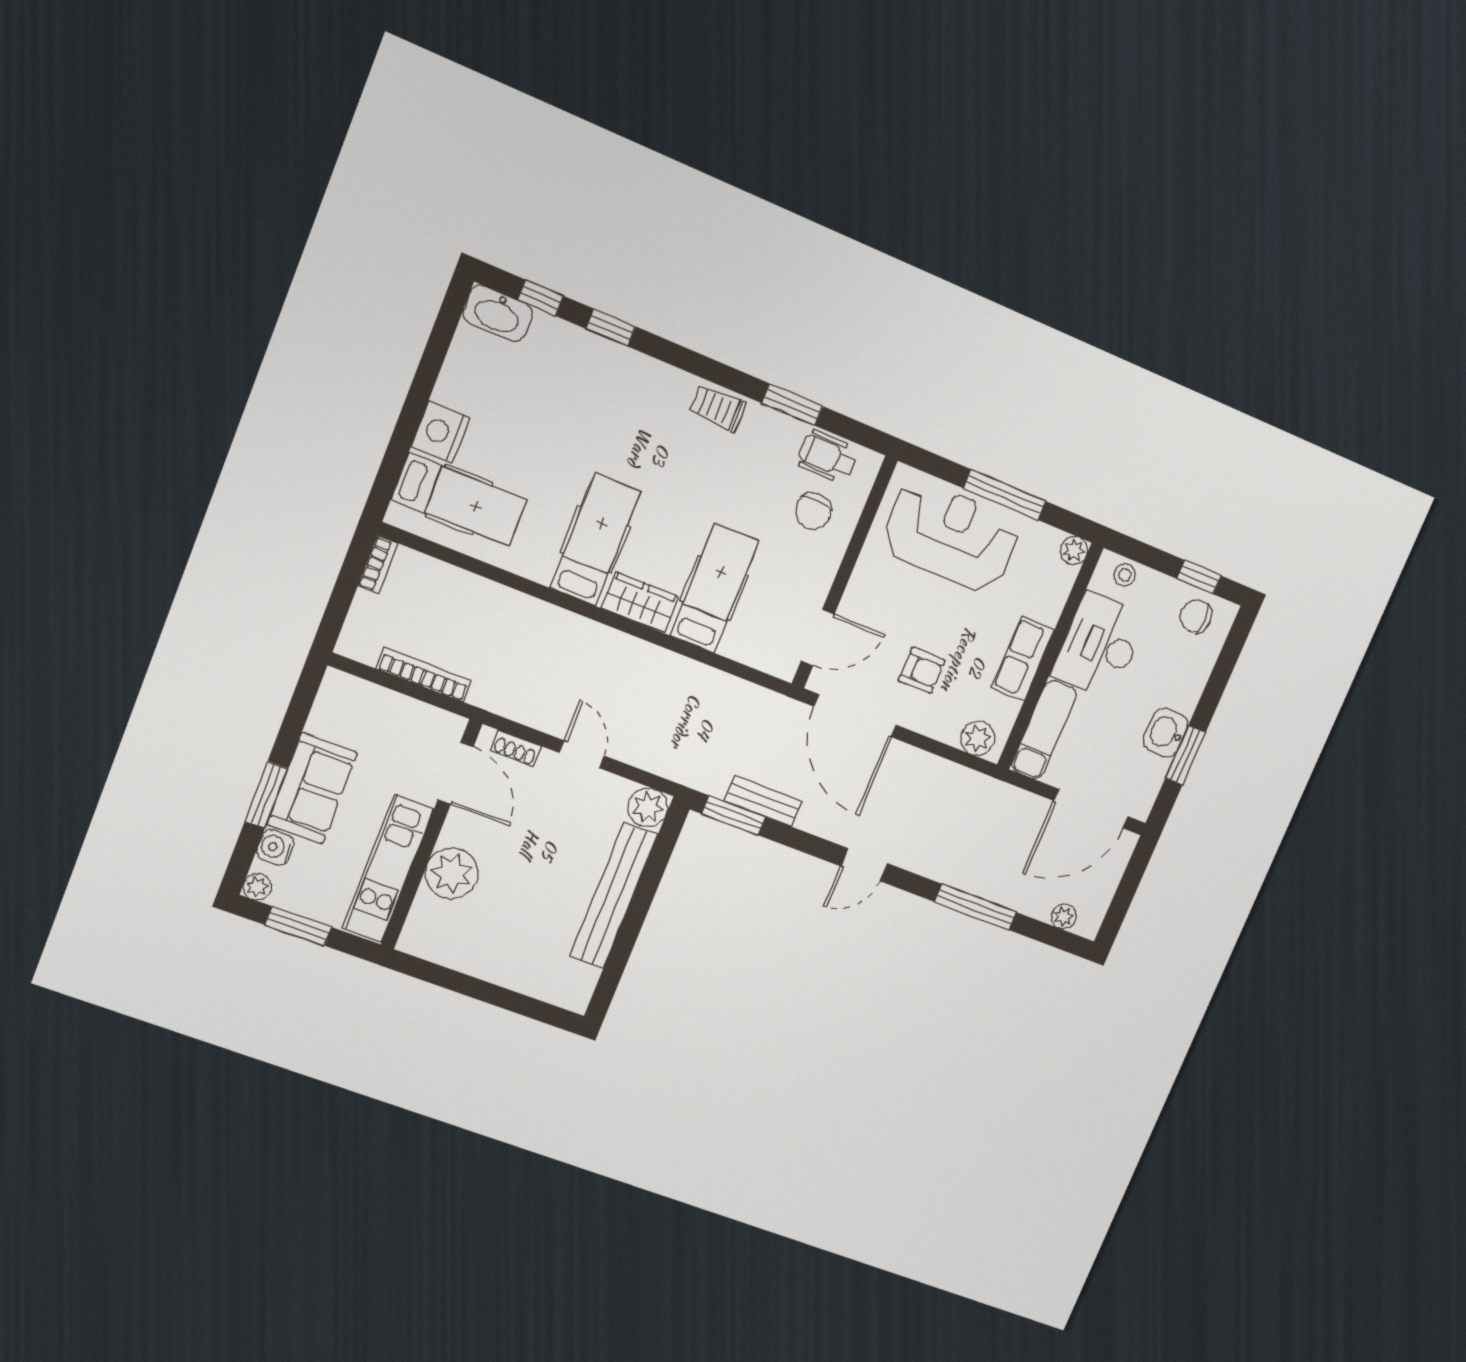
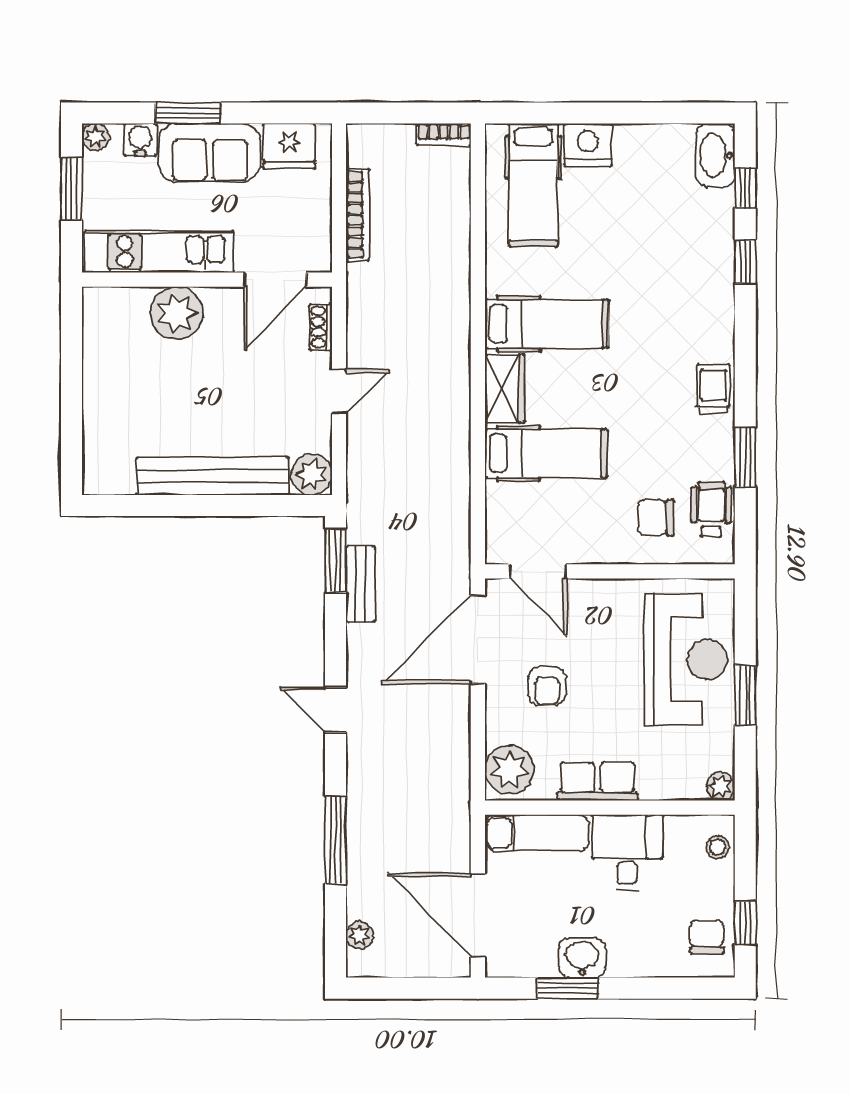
window: (1005, 495) -> (745, 695), width x0.69
desk: (1100, 645) -> (627, 852), width x0.73
fridge: (334, 713) -> (289, 146), added
plant: (978, 738) -> (509, 770), width x1.36, depth x1.36

